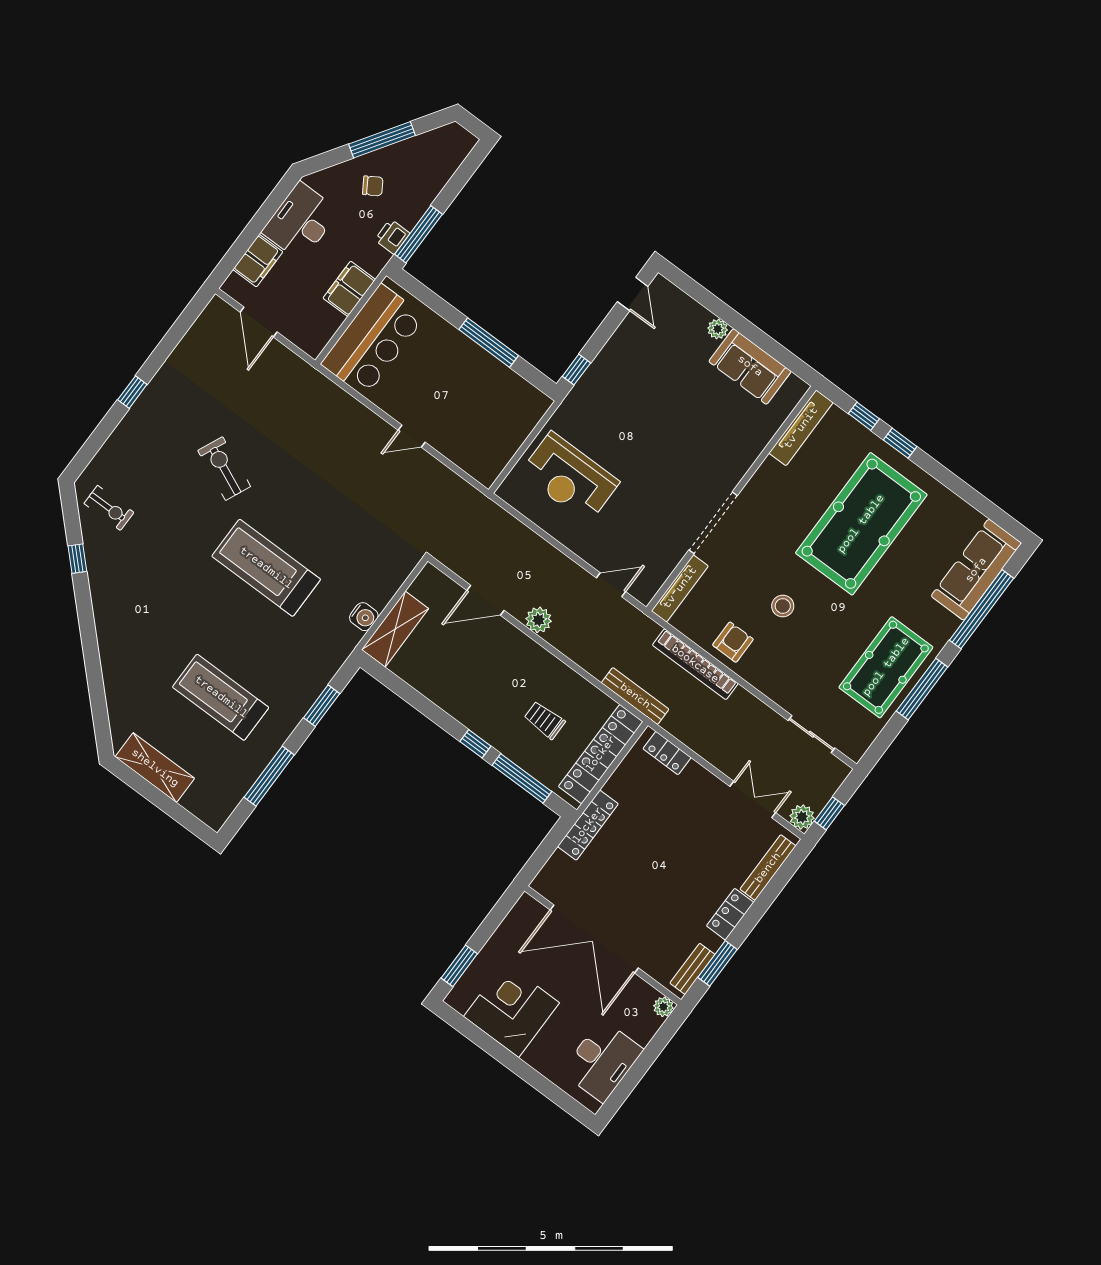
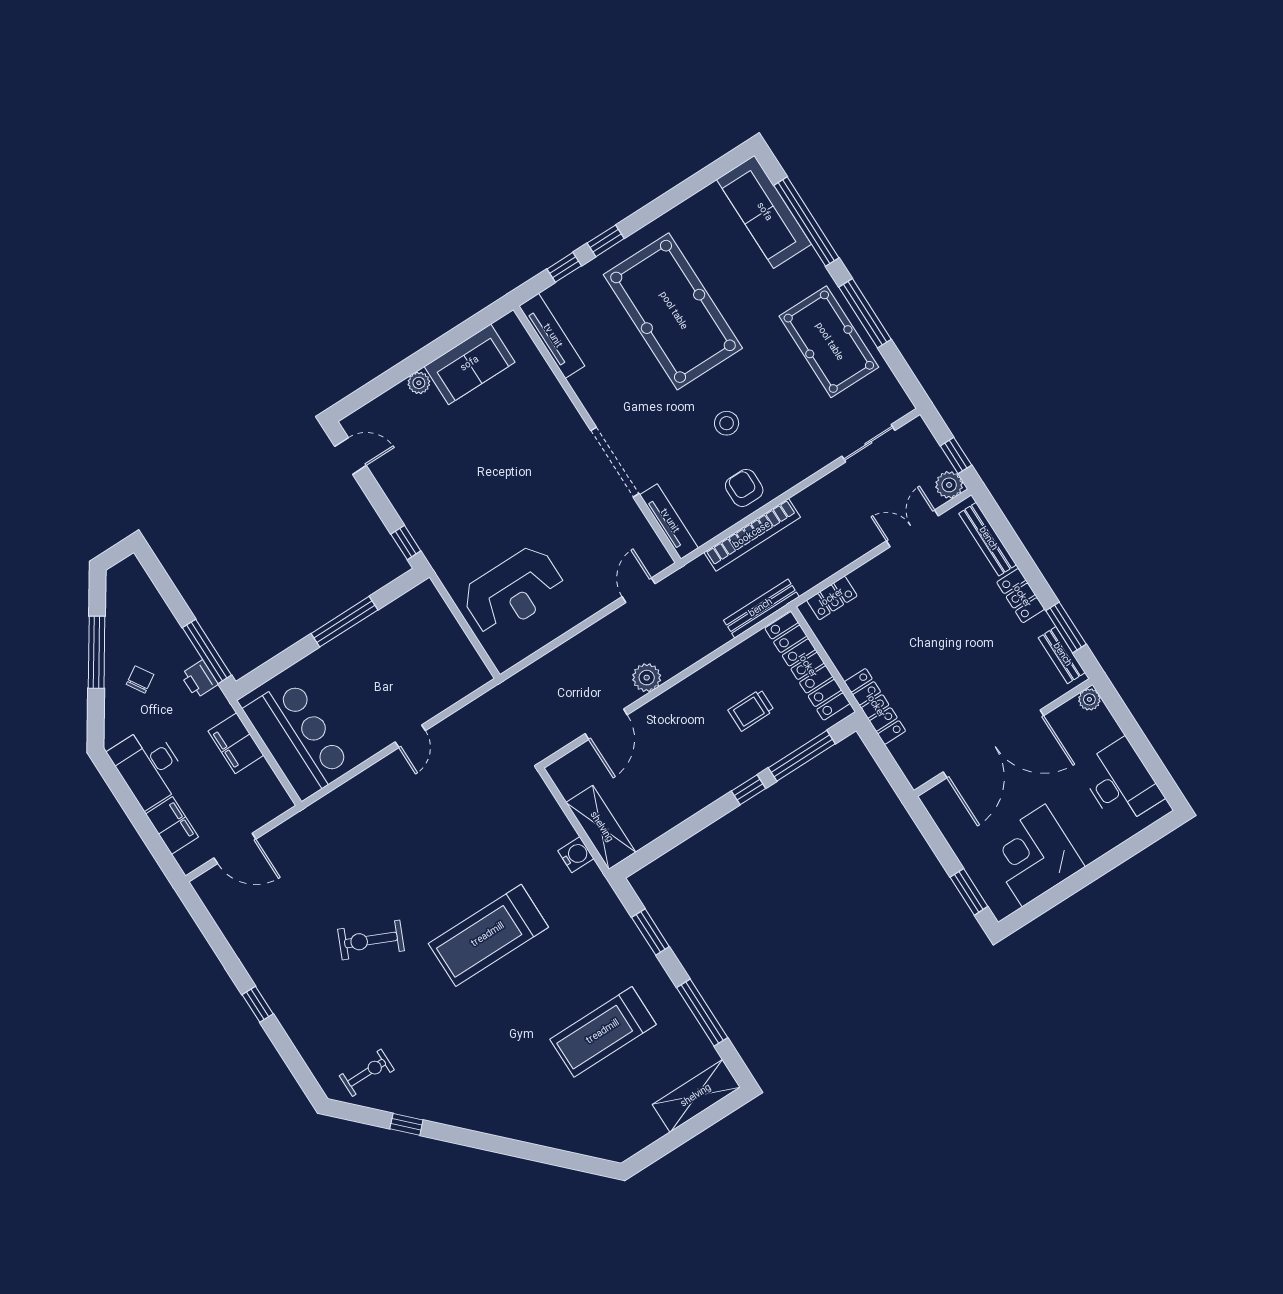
shelving: (155, 768) -> (696, 1096), moved

